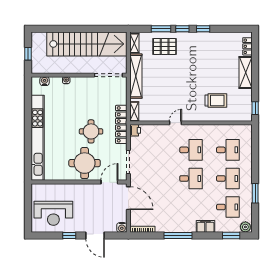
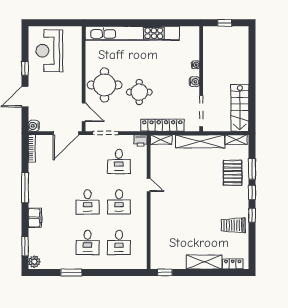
stairs: (87, 44) -> (240, 108), width x0.54, depth x0.66
water cooler: (45, 81) -> (195, 82), moved
trolley: (216, 101) -> (233, 225), moved, turned 90
locker: (121, 124) -> (162, 125), moved
desk: (228, 207) -> (119, 161), moved

